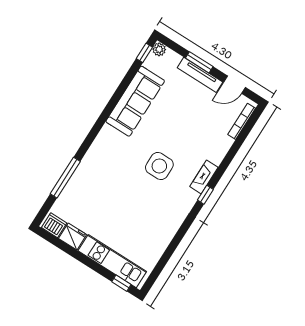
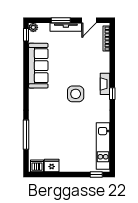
kitchen unit: (112, 261) -> (103, 146), moved, turned -90

